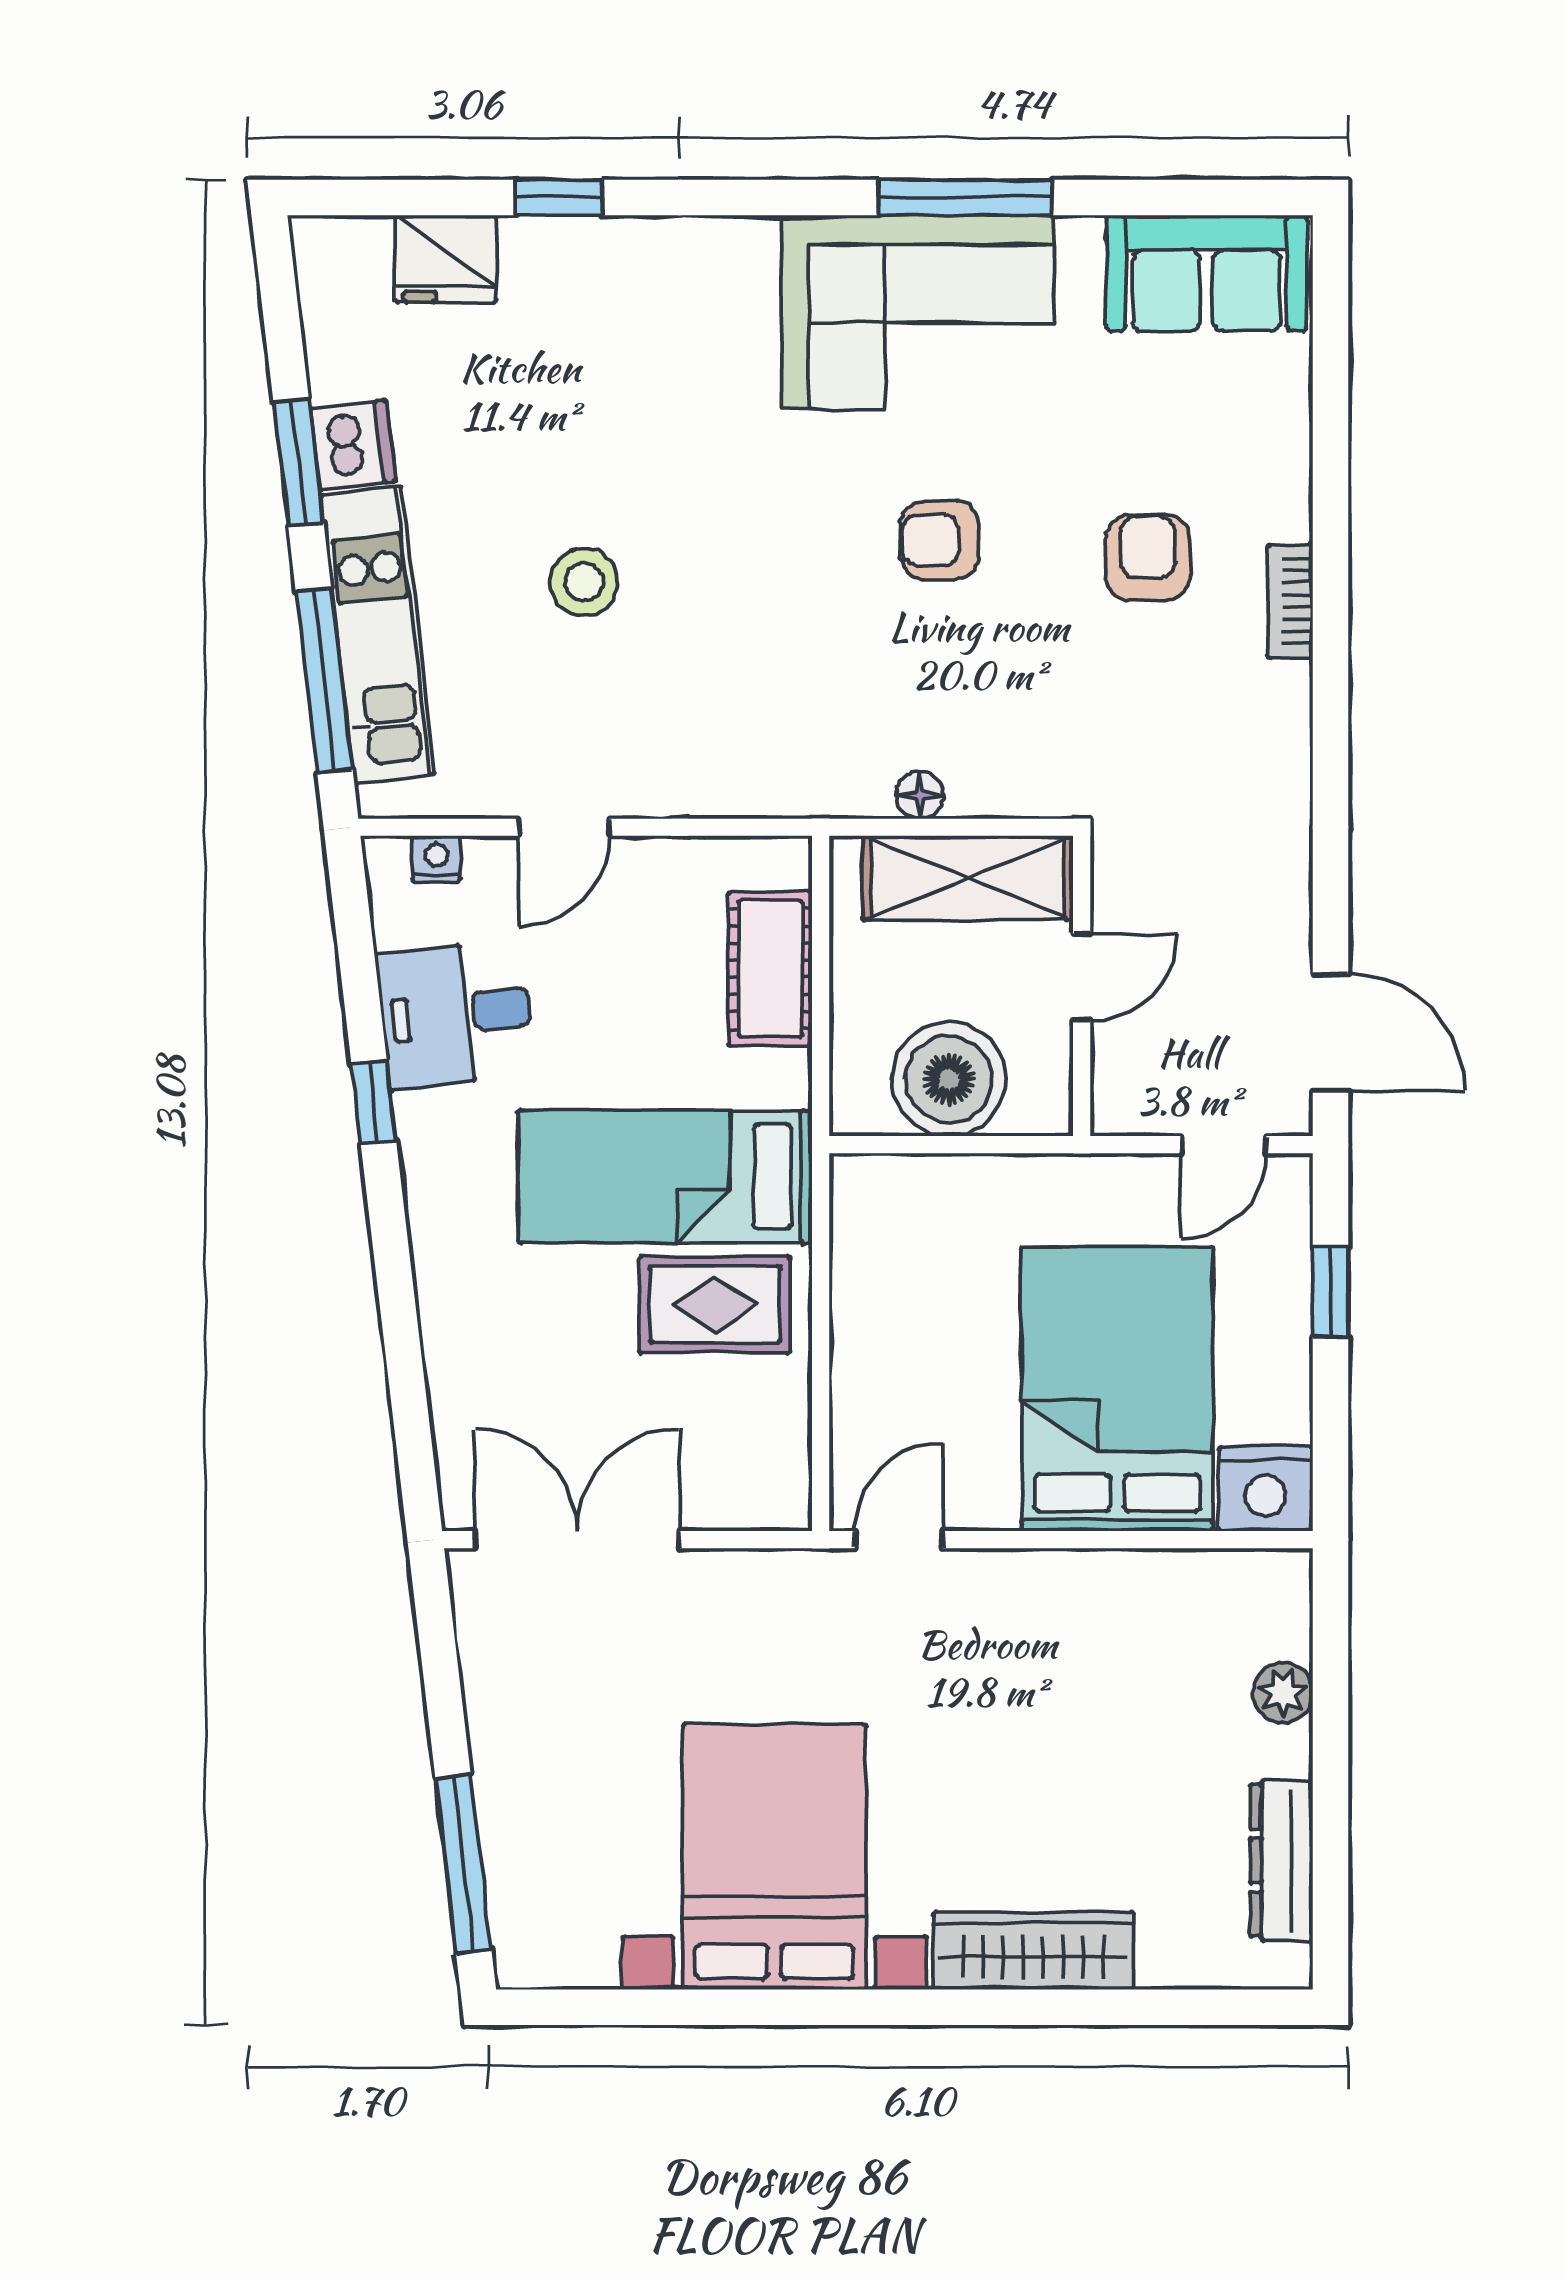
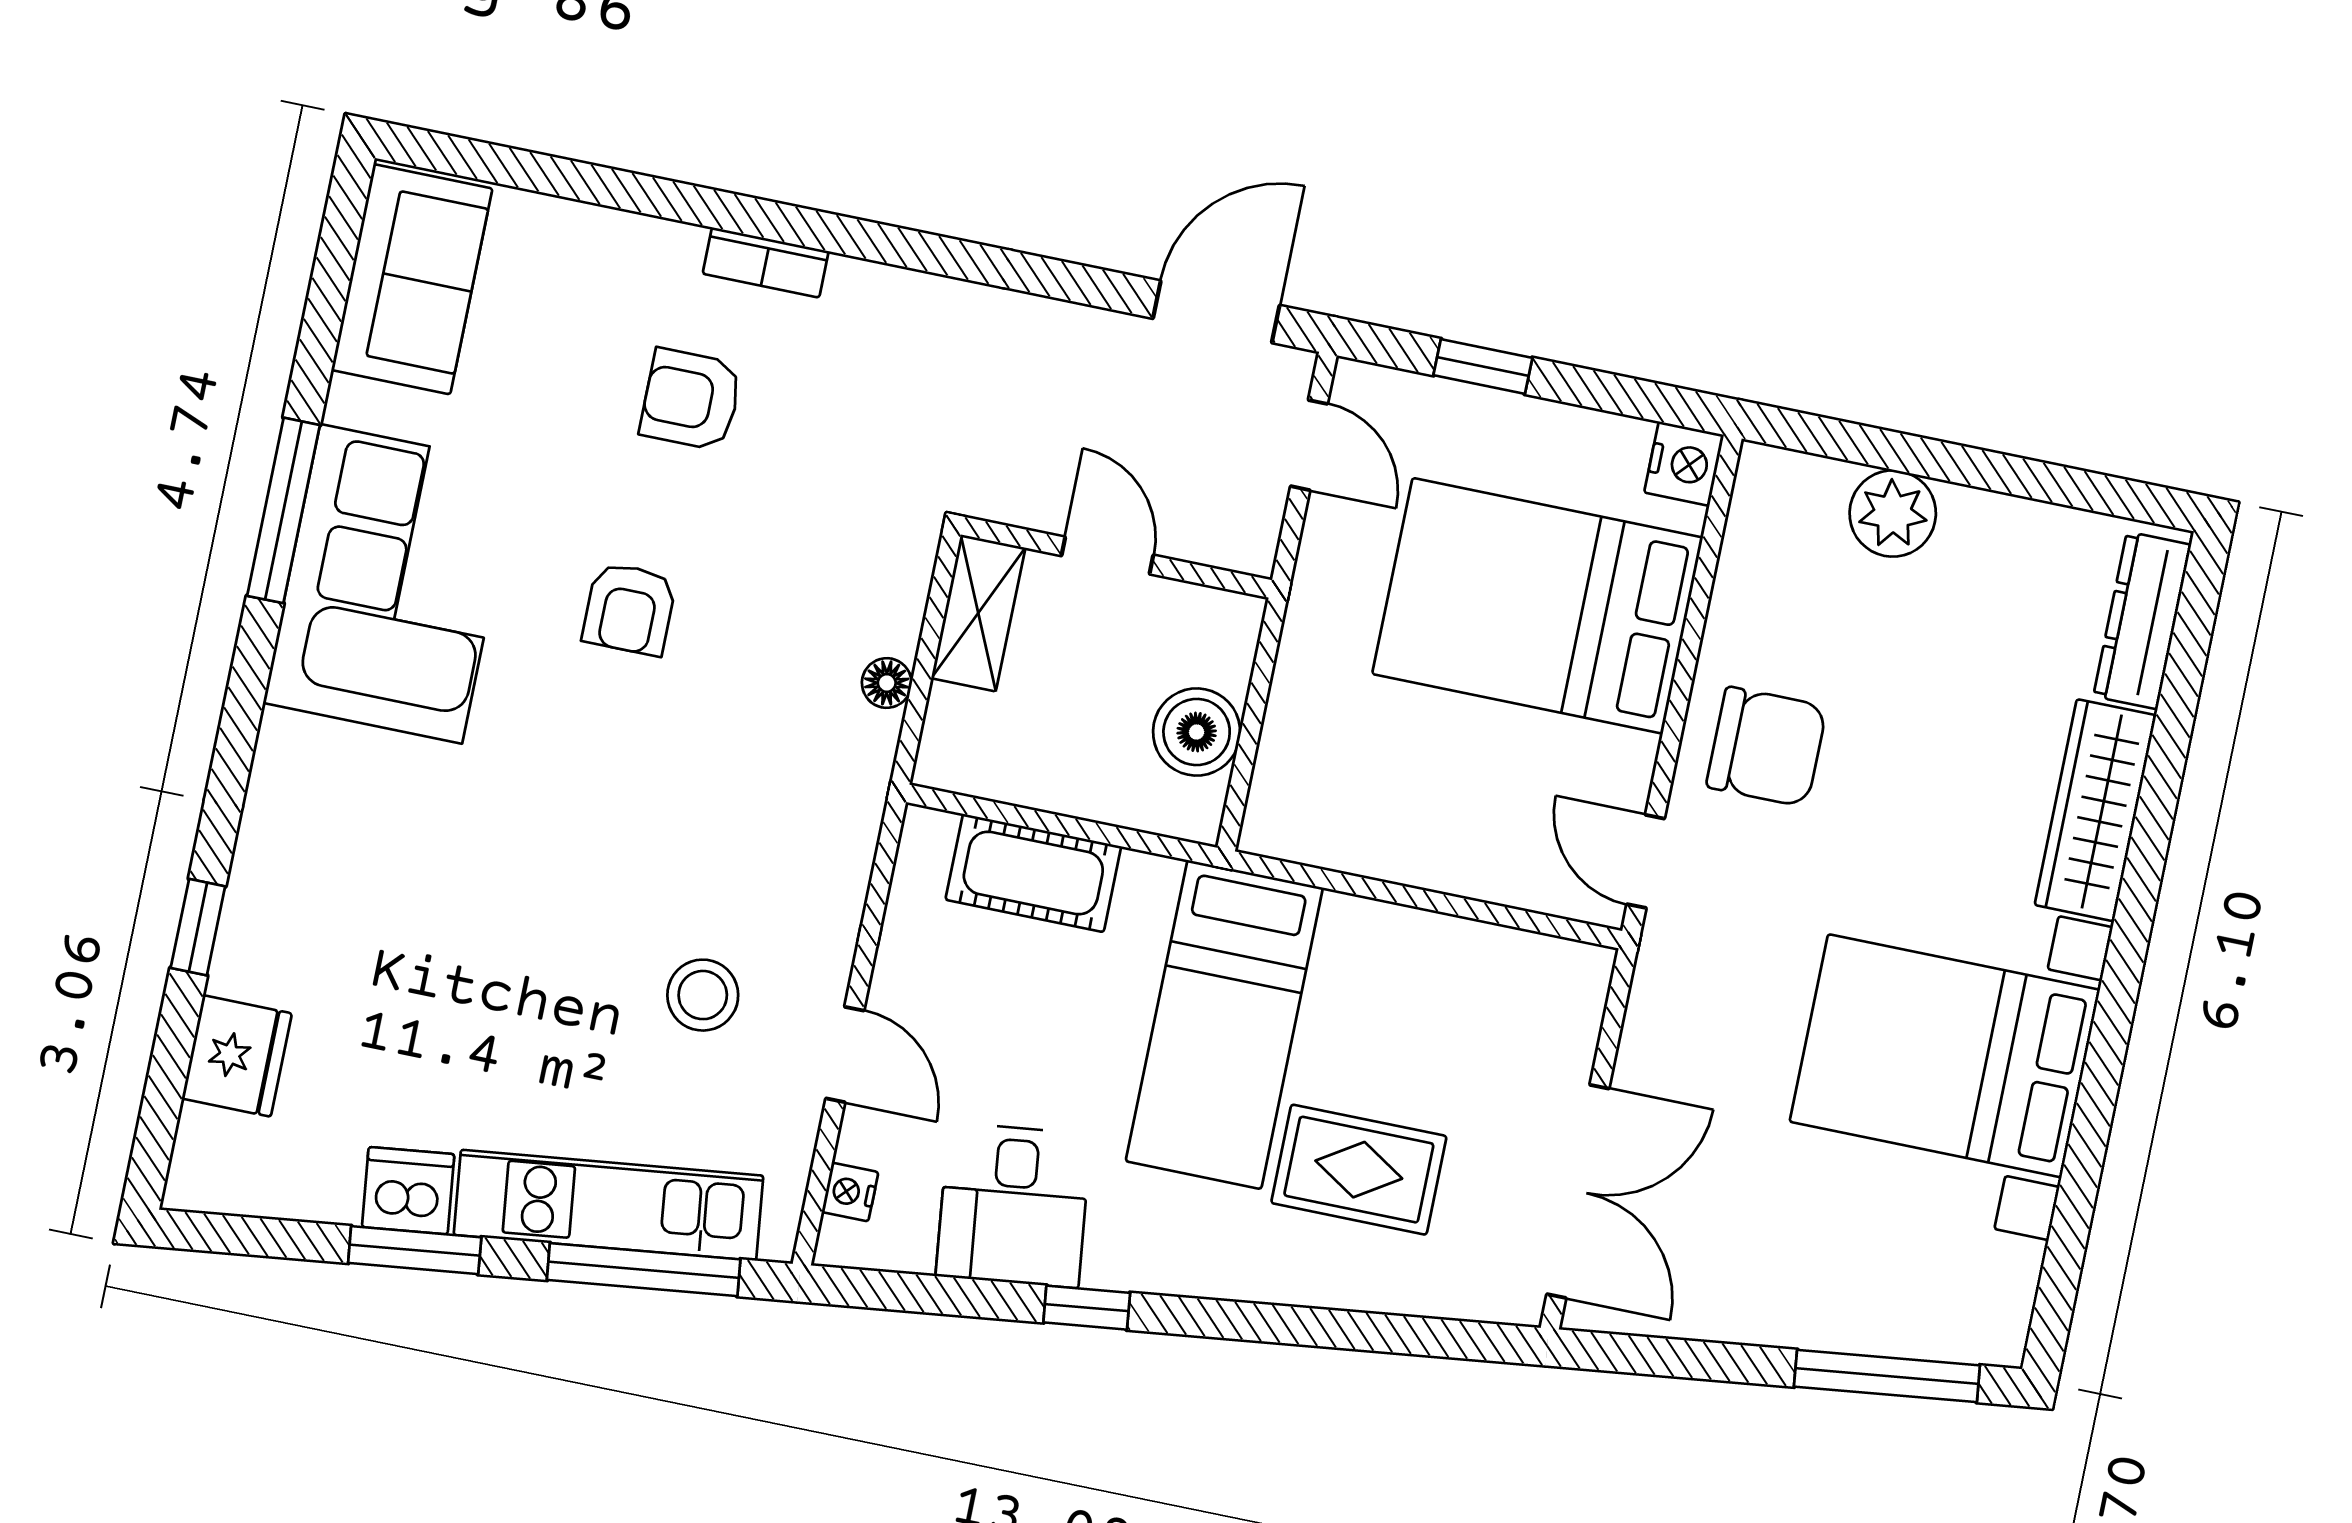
stool: (584, 582) -> (703, 995), moved
shelving: (968, 878) -> (978, 613), width x0.67, depth x0.75
boiler: (949, 1079) -> (1197, 732), width x0.73, depth x0.73
rug: (715, 1304) -> (1359, 1170), moved, turned 90
nightstand: (1266, 1489) -> (1684, 464), width x0.74, depth x0.75
double door: (577, 1540) -> (1578, 1191), swing flipped
chair: (1029, 1631) -> (1767, 747), added
plant: (1283, 1693) -> (1893, 514), width x1.38, depth x1.38
dresser: (1281, 1861) -> (2142, 620), moved, turned 90

